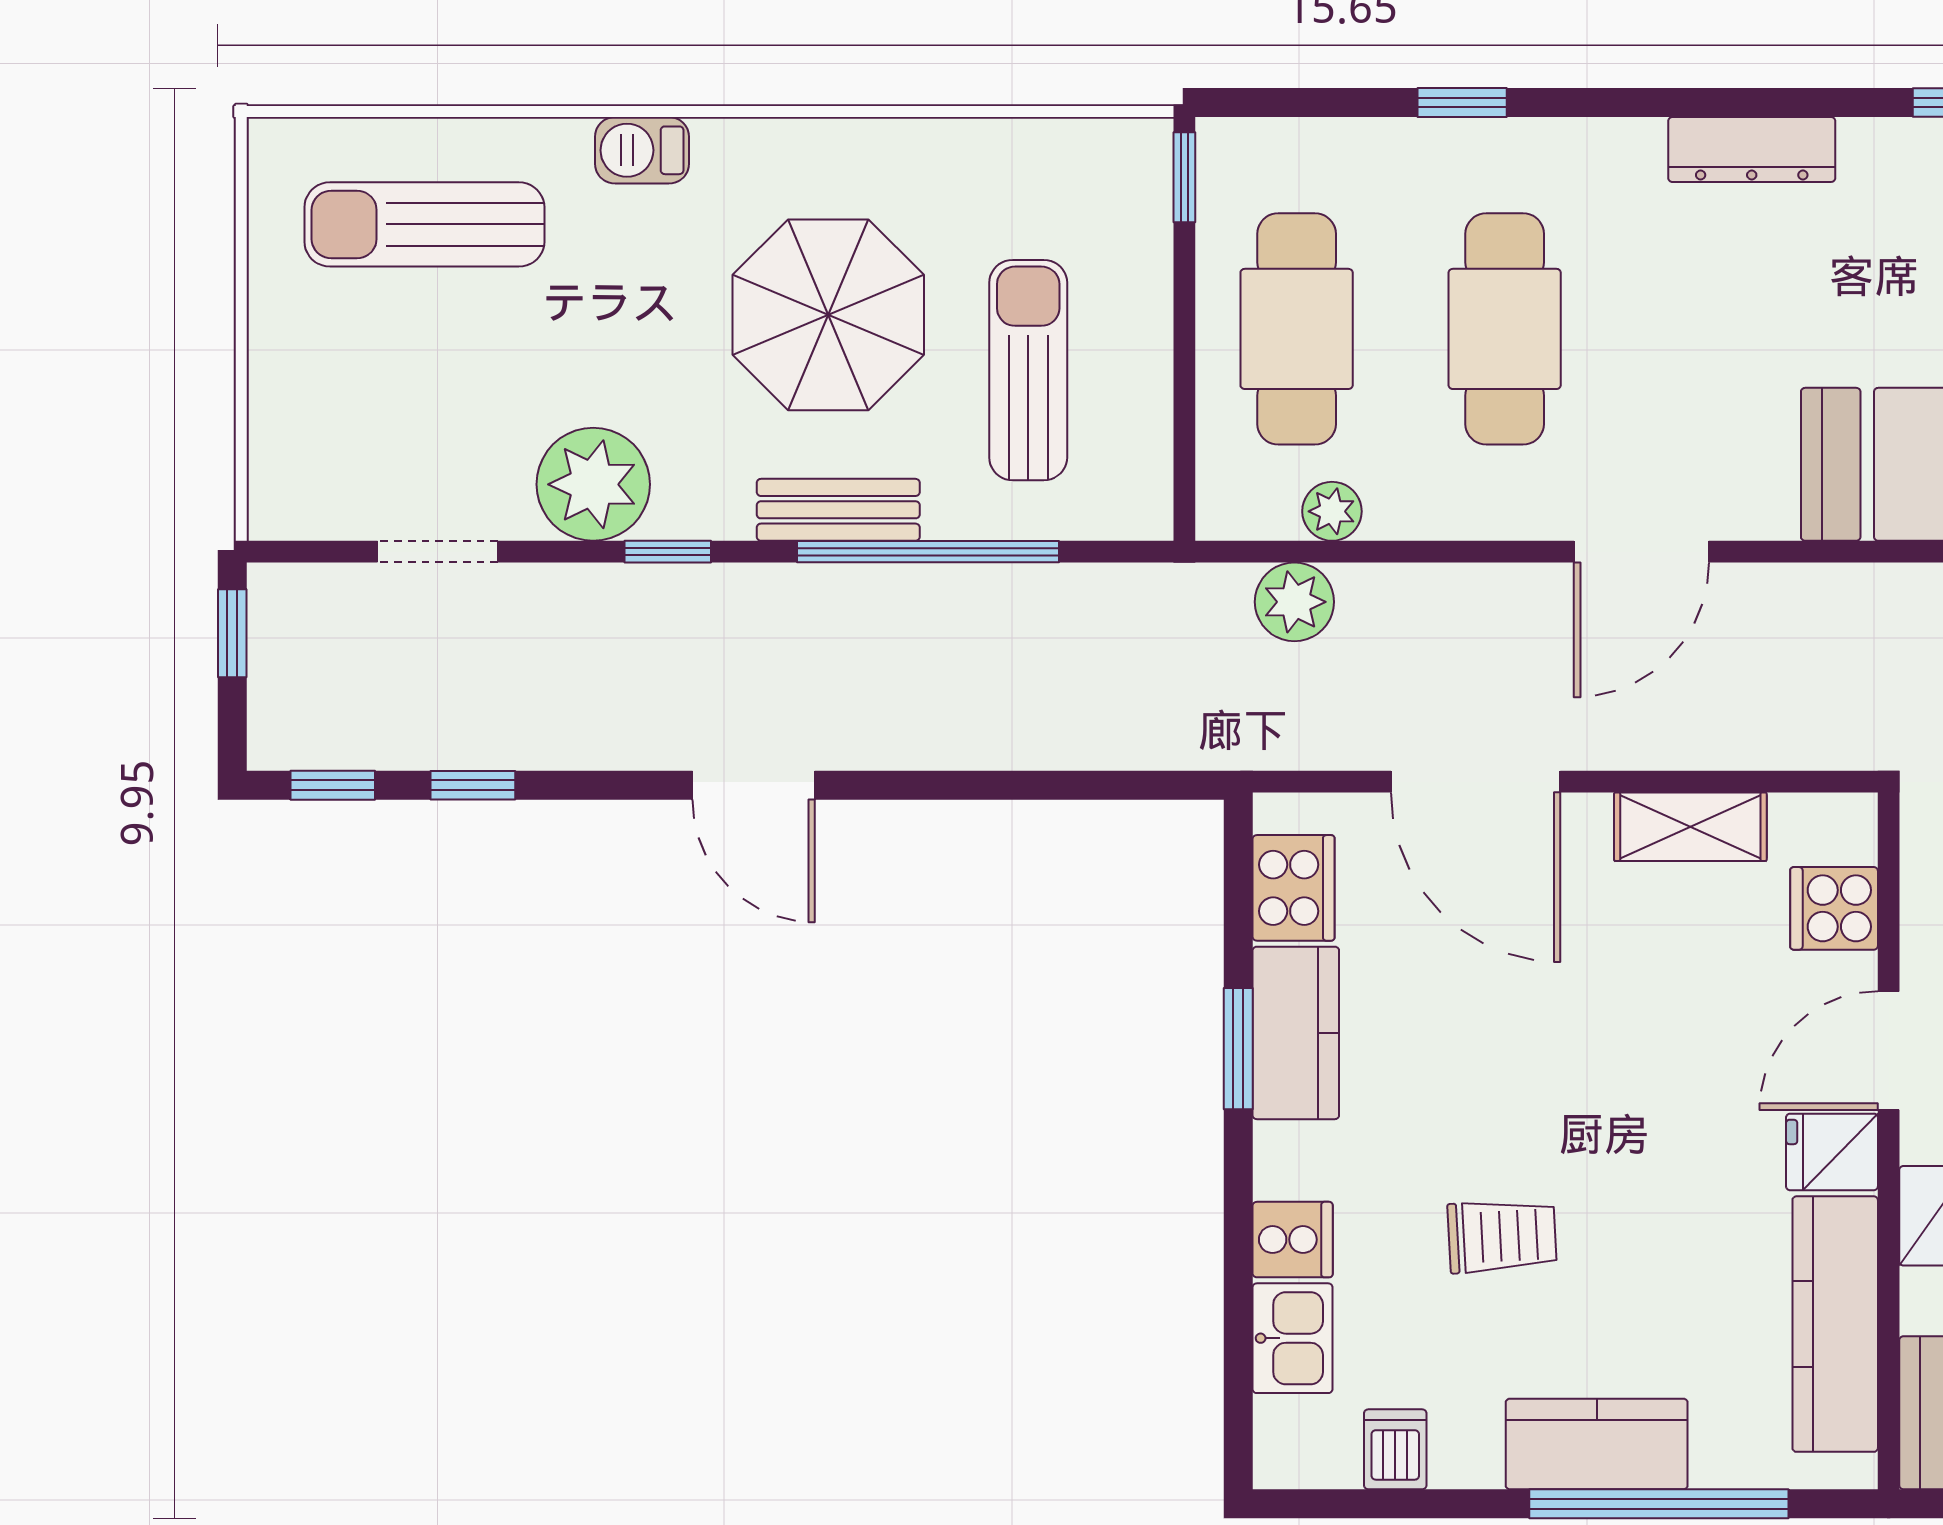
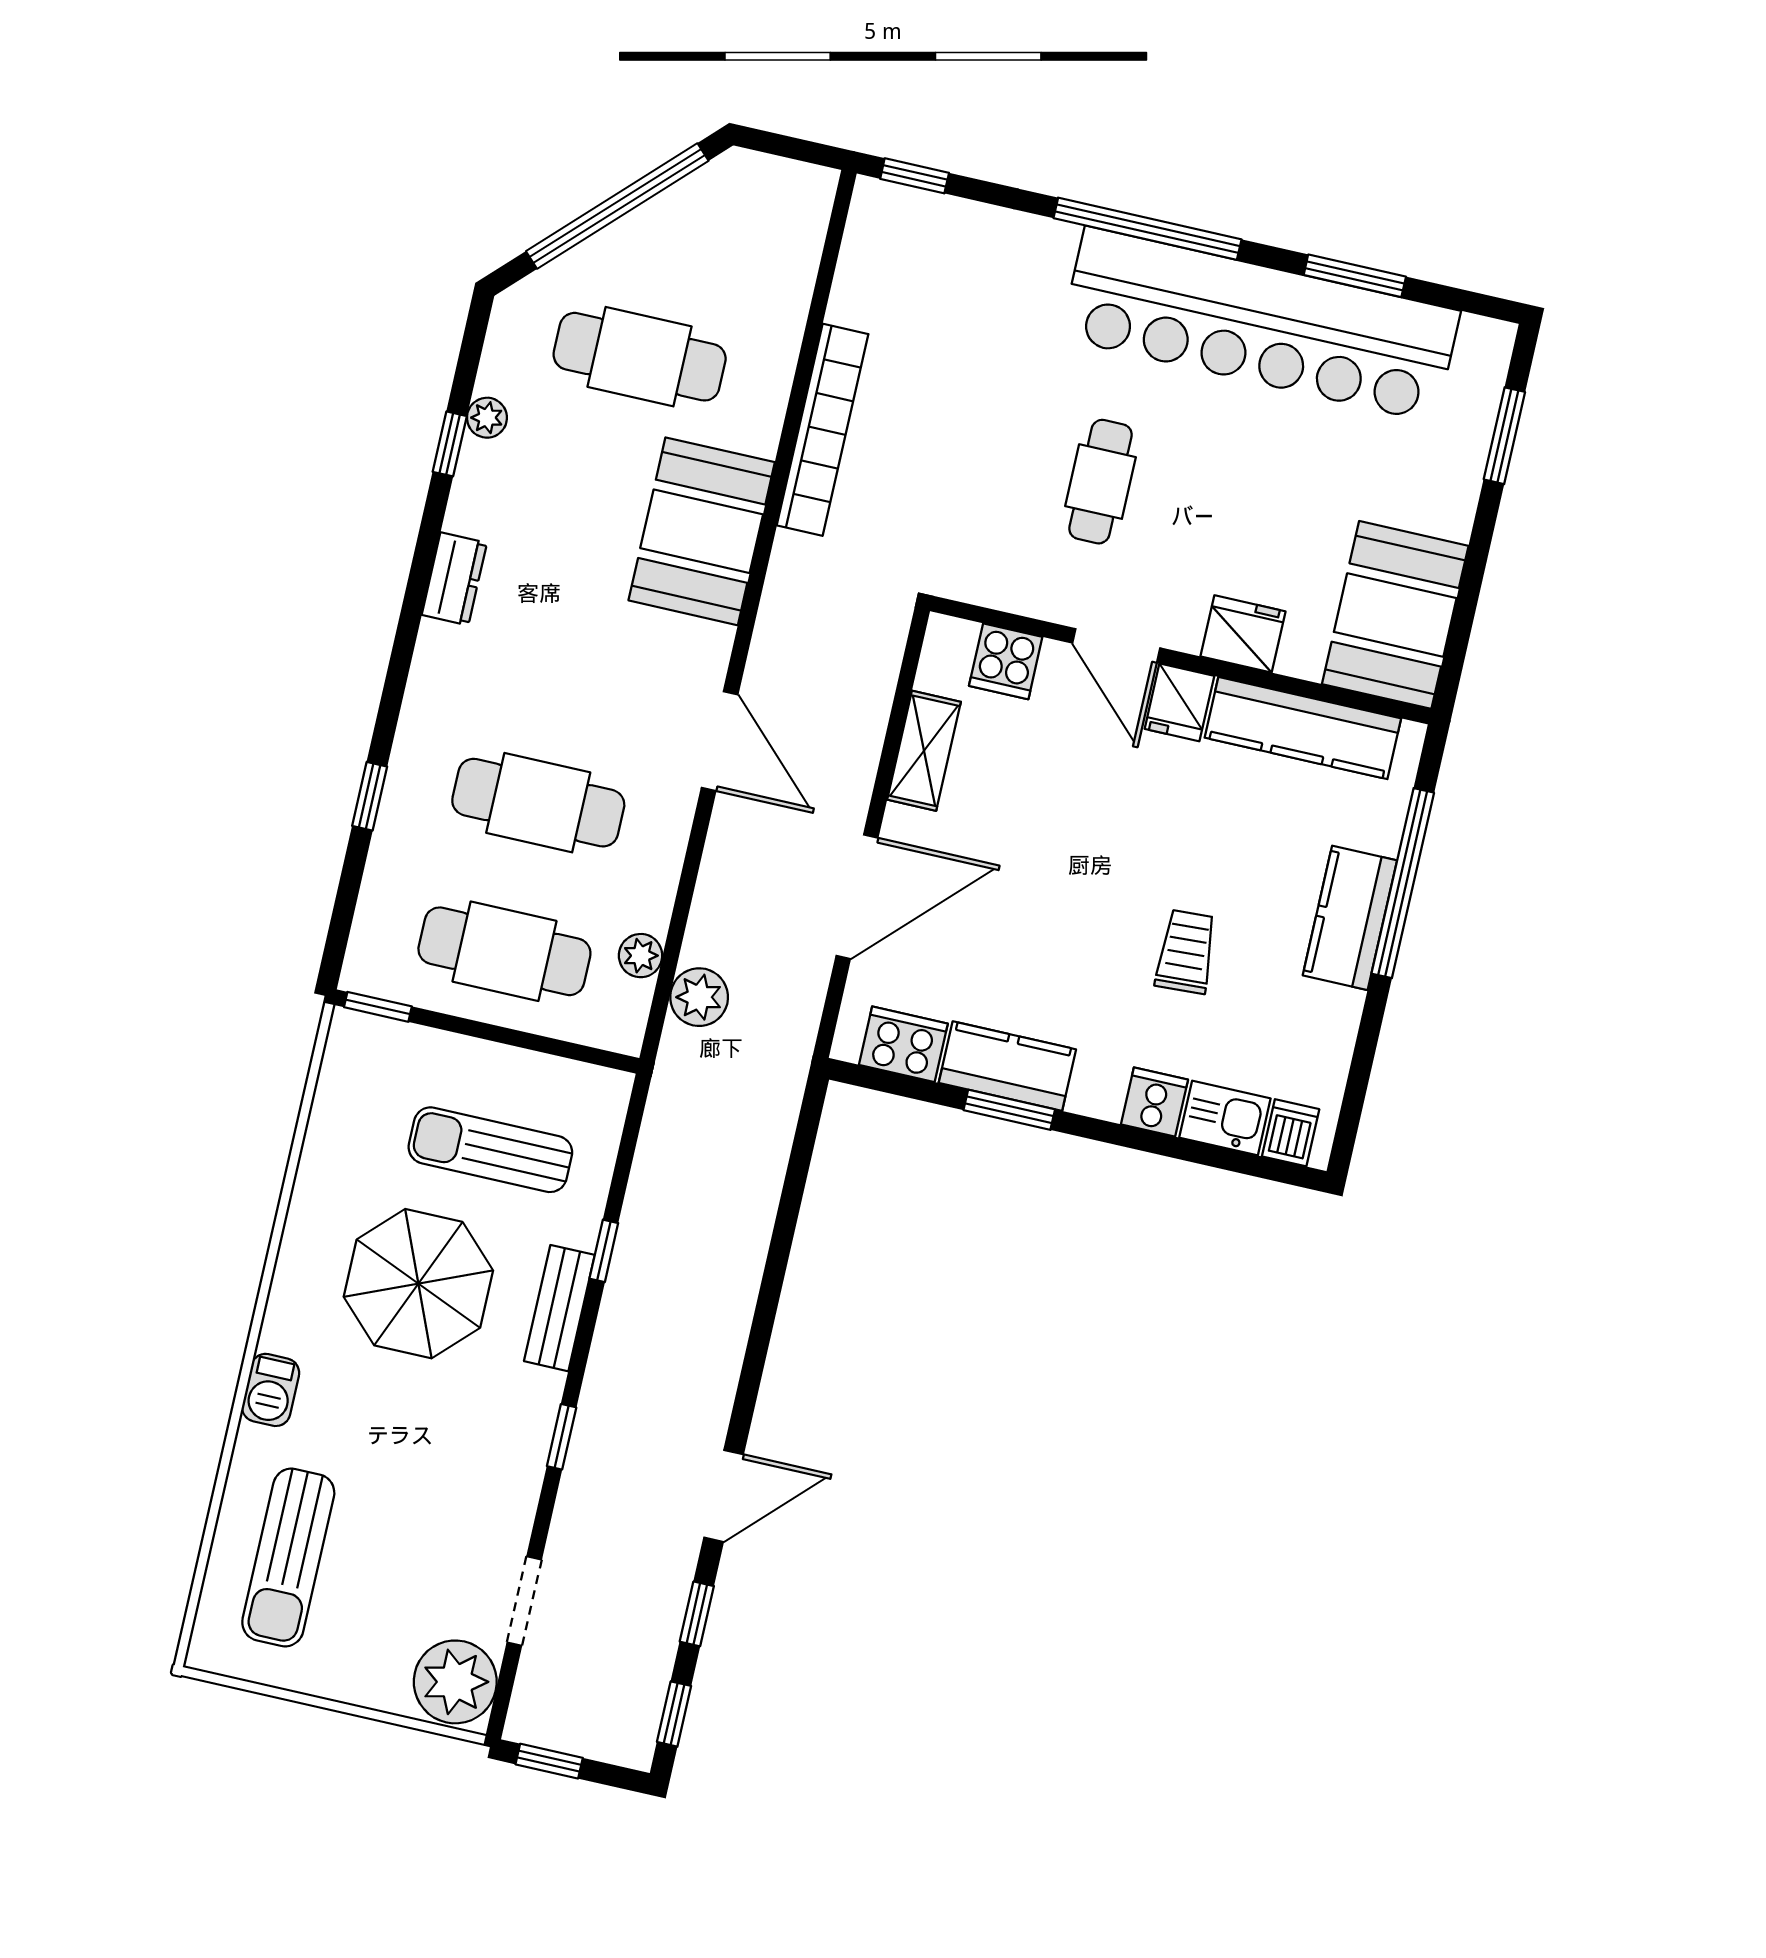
dresser: (1752, 150) -> (454, 579), width x0.70
plant: (593, 484) -> (455, 1682), moved
window: (928, 552) -> (604, 1251), width x0.32
door: (754, 785) -> (724, 1496), moved
dishwasher: (1395, 1449) -> (1291, 1133), moved, turned 90

